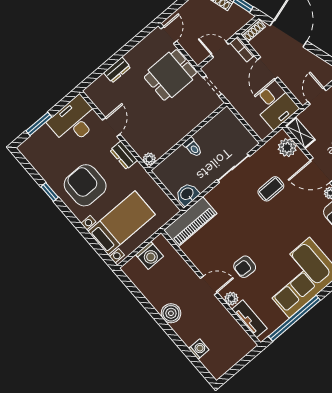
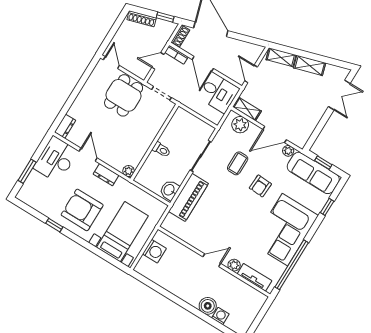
dresser: (117, 70) -> (65, 126), moved
piano: (190, 222) -> (188, 197), moved
armchair: (245, 267) -> (260, 186), moved
boiler: (171, 313) -> (208, 306), moved

